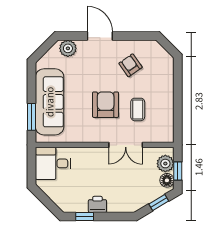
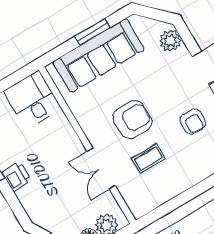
armchair: (131, 65) -> (193, 121), turned 125
window: (32, 117) -> (92, 32), moved

